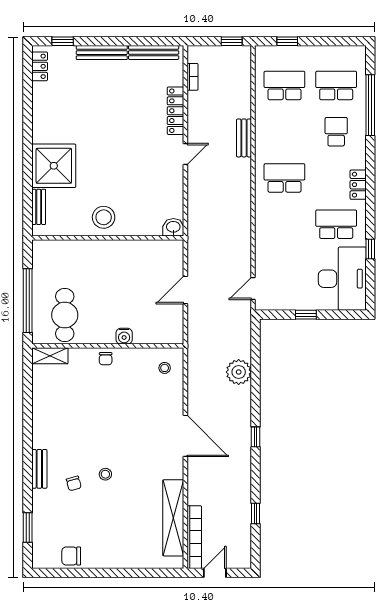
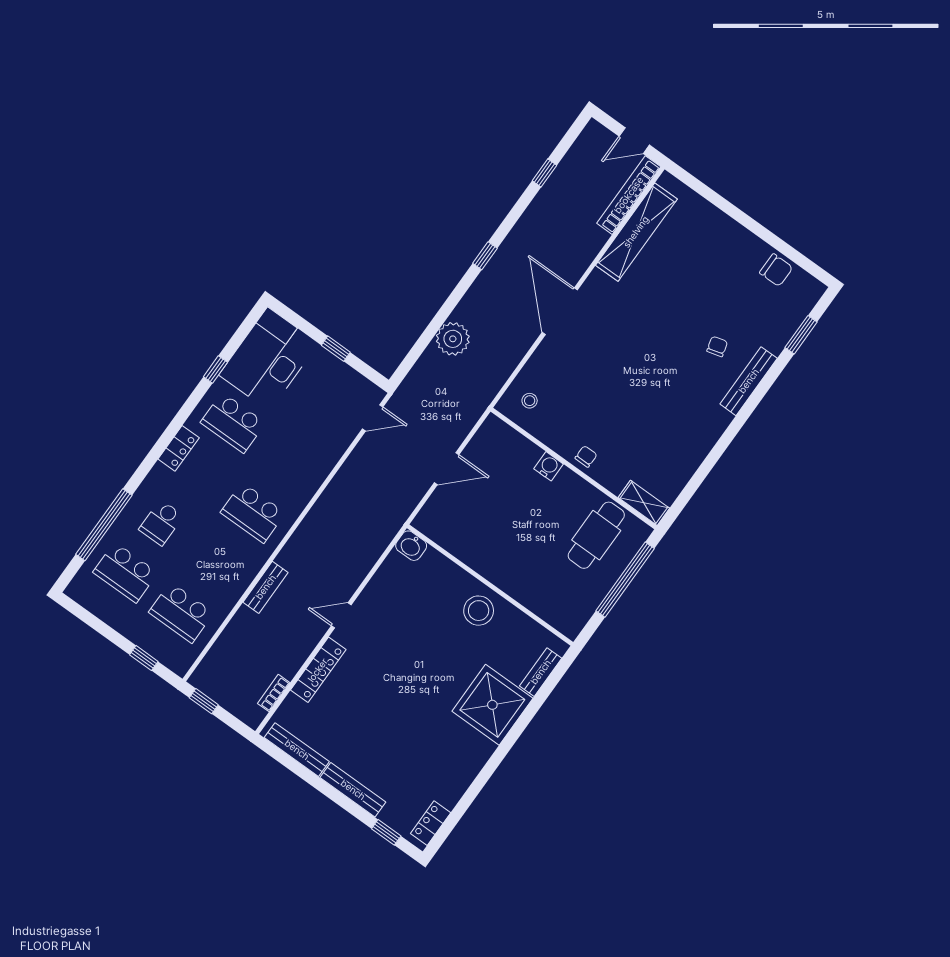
bench: (39, 469) -> (749, 381), width x1.36
stool: (105, 474) -> (676, 332), removed

